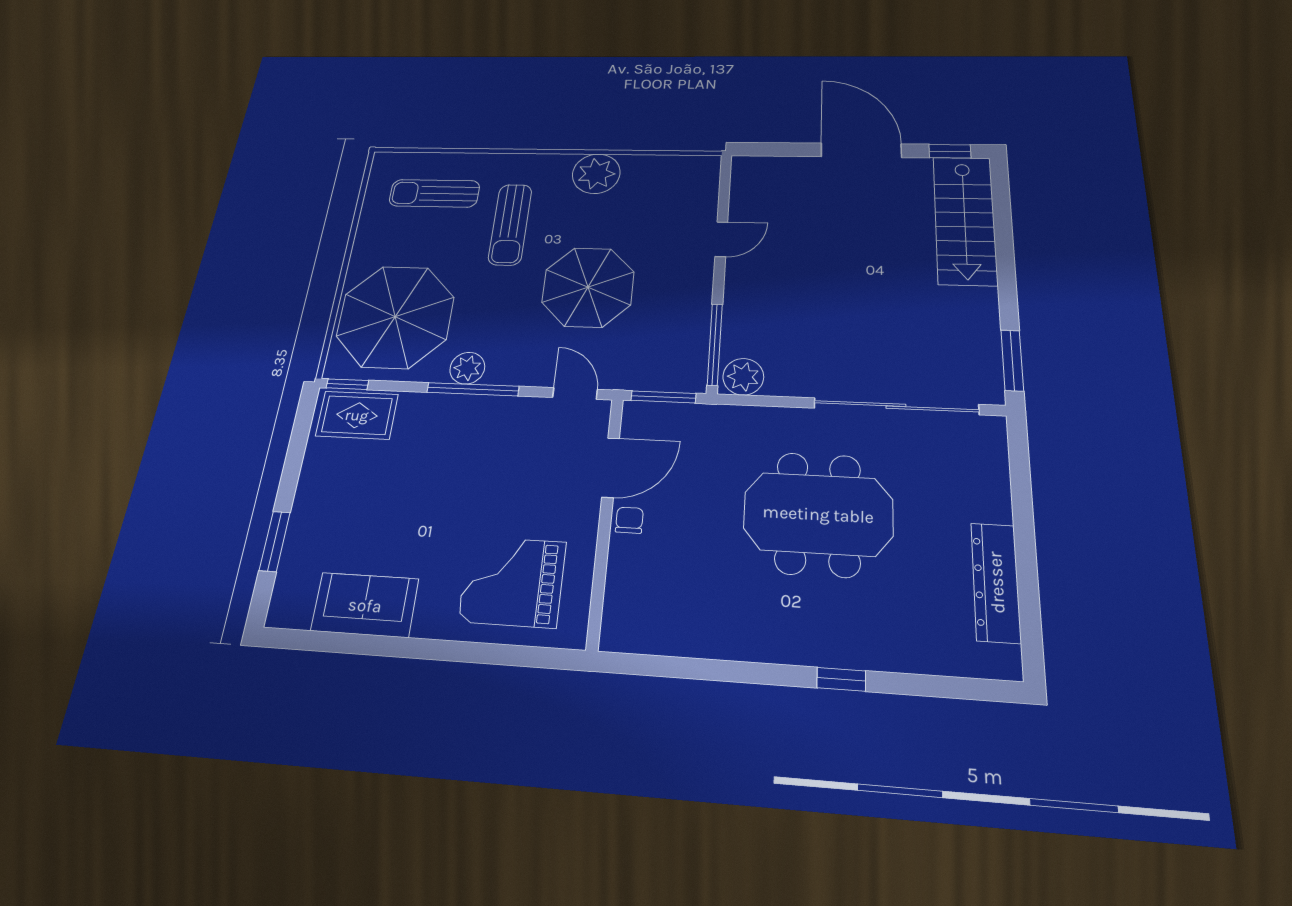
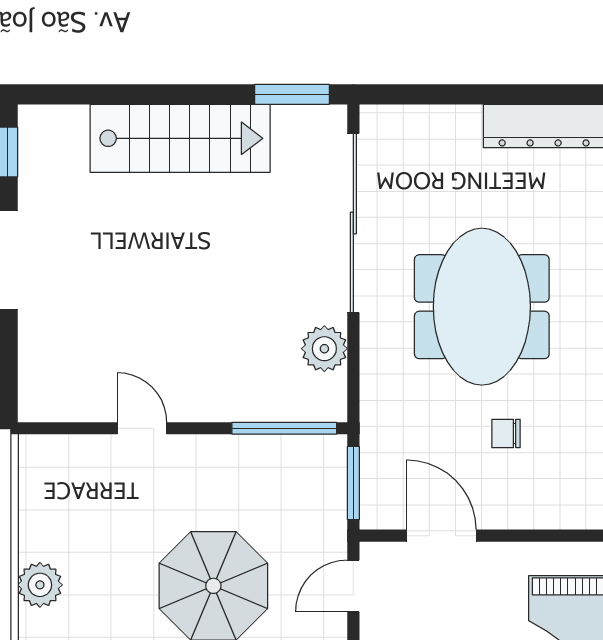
plant: (596, 174) -> (40, 585), width x0.73, depth x0.73
stairs: (965, 220) -> (180, 138), moved
plant: (743, 377) -> (324, 349), moved
chair: (629, 520) -> (506, 433), moved

